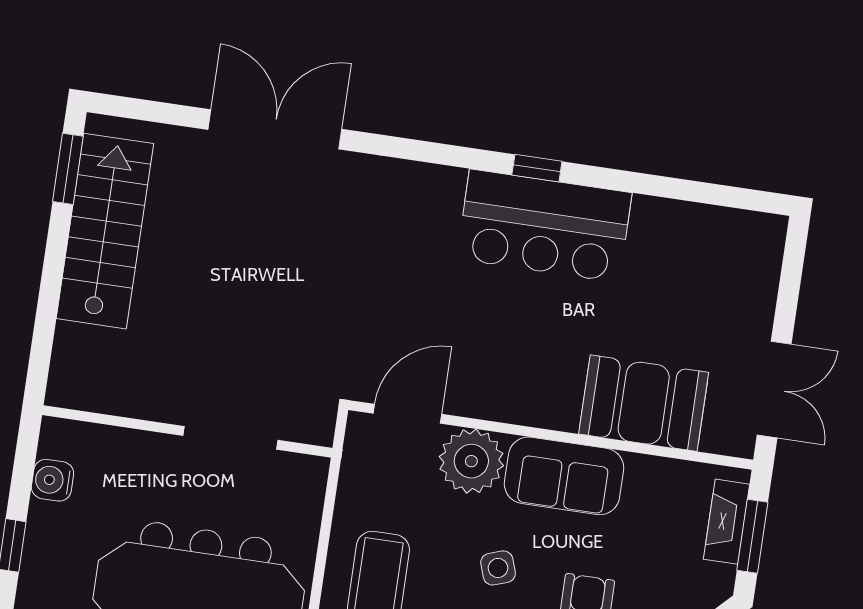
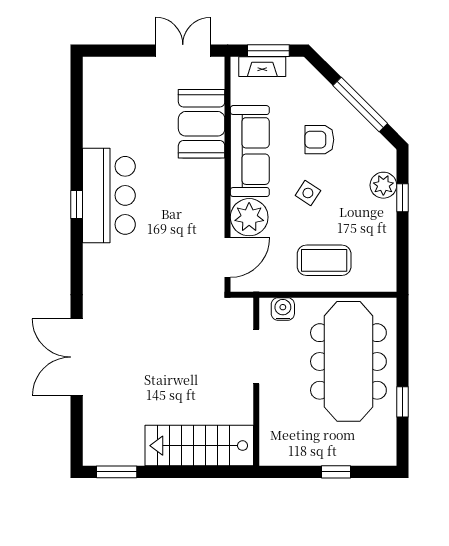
stairs: (105, 231) -> (199, 446), moved
door: (407, 414) -> (228, 258), swing flipped
sofa: (564, 476) -> (250, 151), width x1.36
water cooler: (52, 480) -> (283, 309), moved, turned 180
side table: (498, 568) -> (308, 193), turned -38

